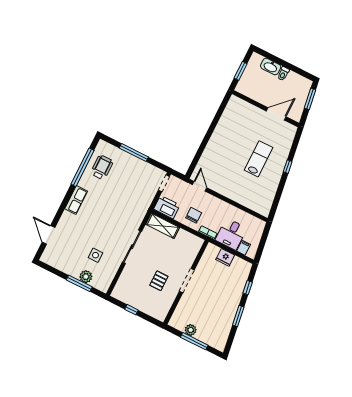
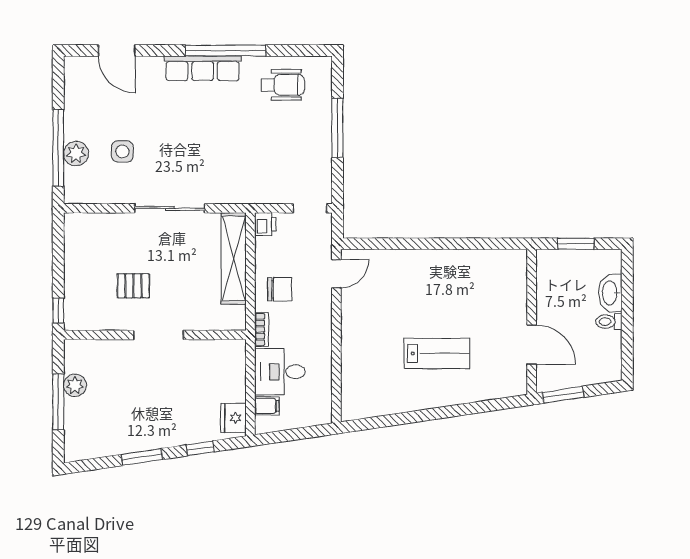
window: (310, 99) -> (563, 395), moved
window: (82, 167) -> (226, 51), moved
window: (288, 167) -> (449, 412), removed
row of seats: (76, 200) -> (203, 68), width x1.48
printer: (167, 207) -> (265, 224), width x0.53, depth x0.68
shelving: (163, 226) -> (234, 258), width x1.47
door: (49, 235) -> (117, 51), swing flipped
fridge: (225, 257) -> (234, 418), moved
window: (79, 283) -> (58, 148), width x1.46
window: (132, 310) -> (58, 311), moved

